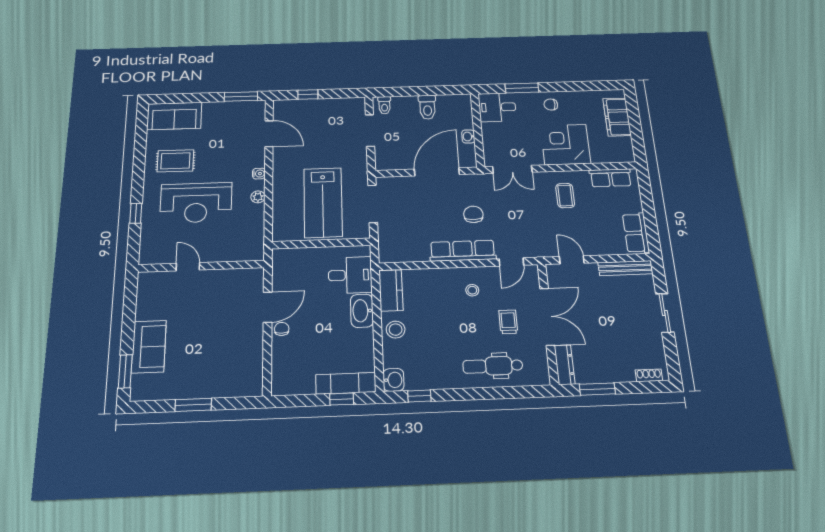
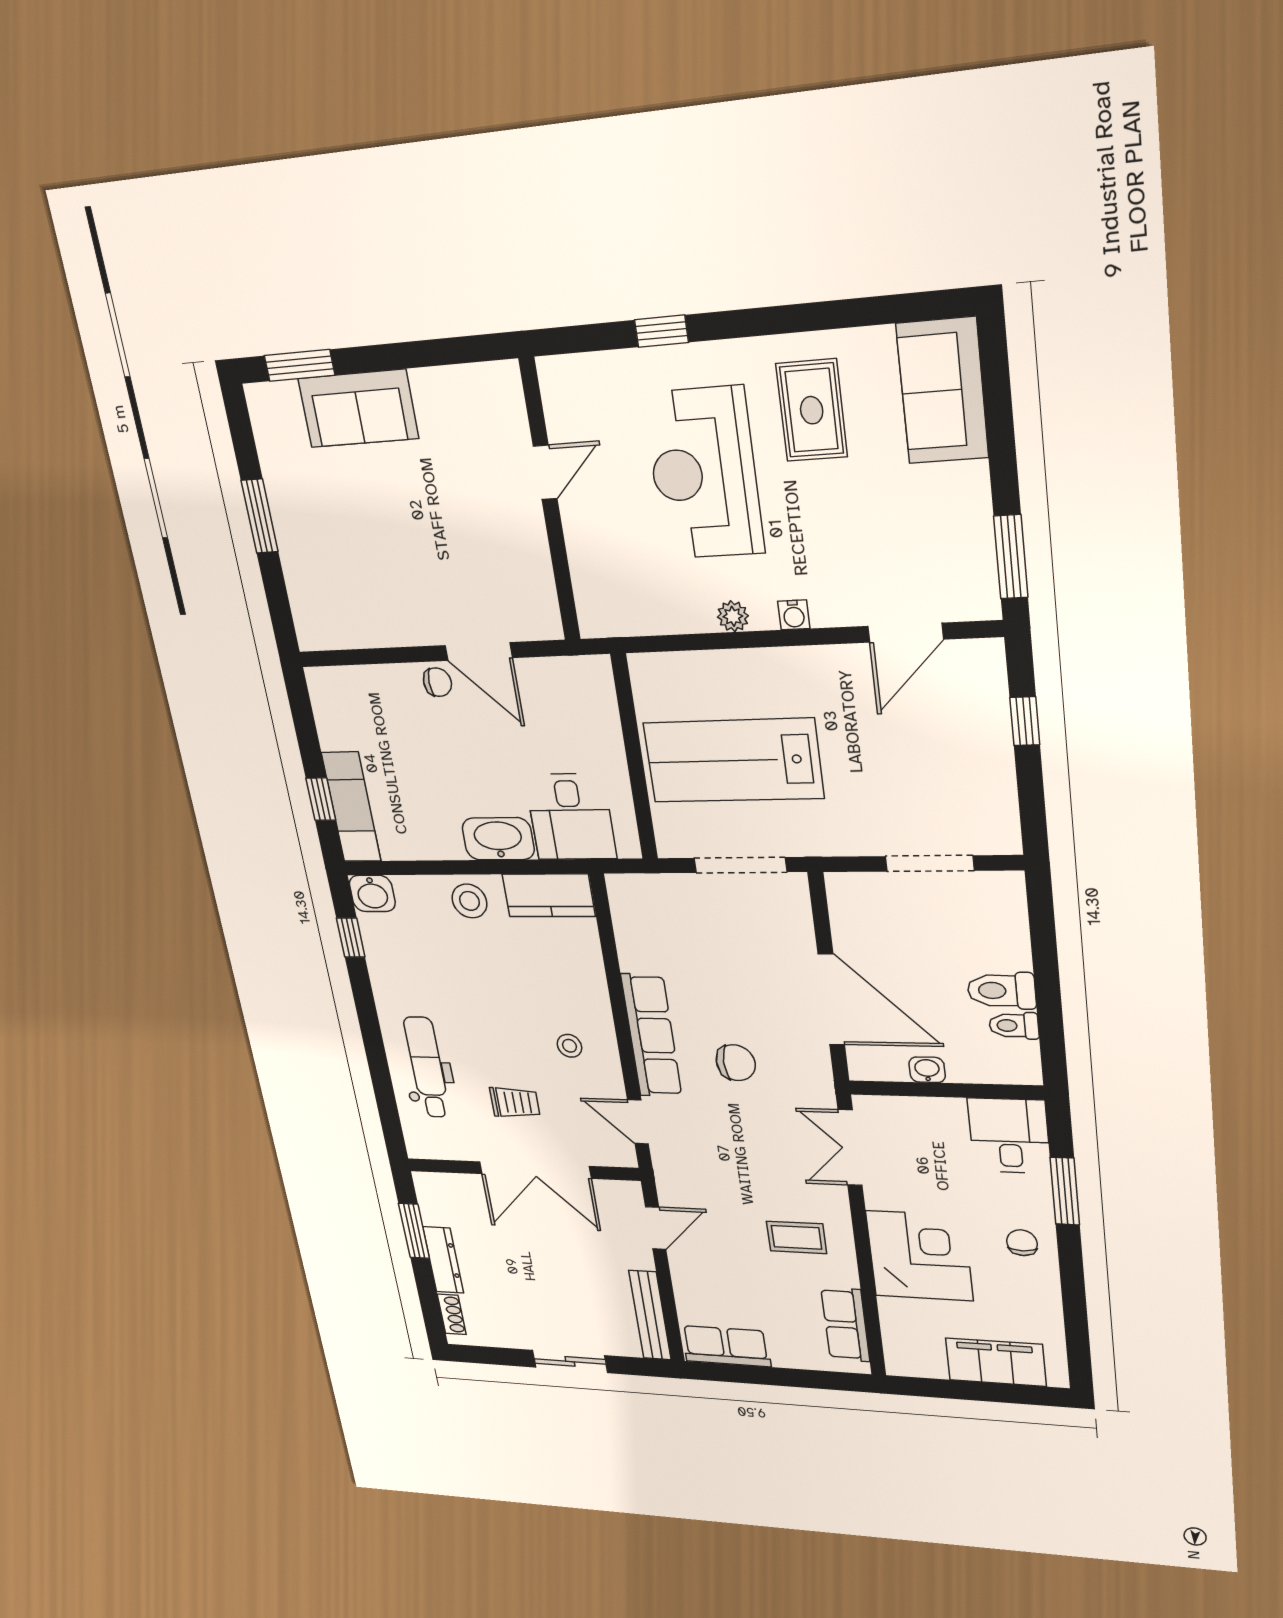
toilet: (384, 105) -> (1014, 1026), moved
dresser: (565, 365) -> (443, 1260), moved, turned -90

